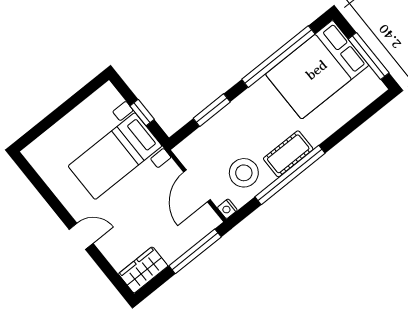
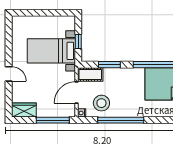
cot: (288, 154) -> (90, 75), moved

